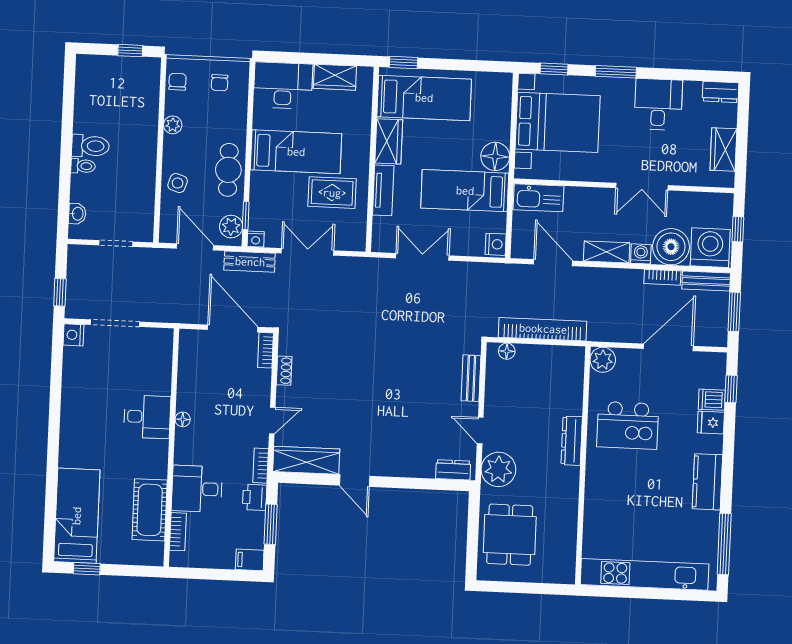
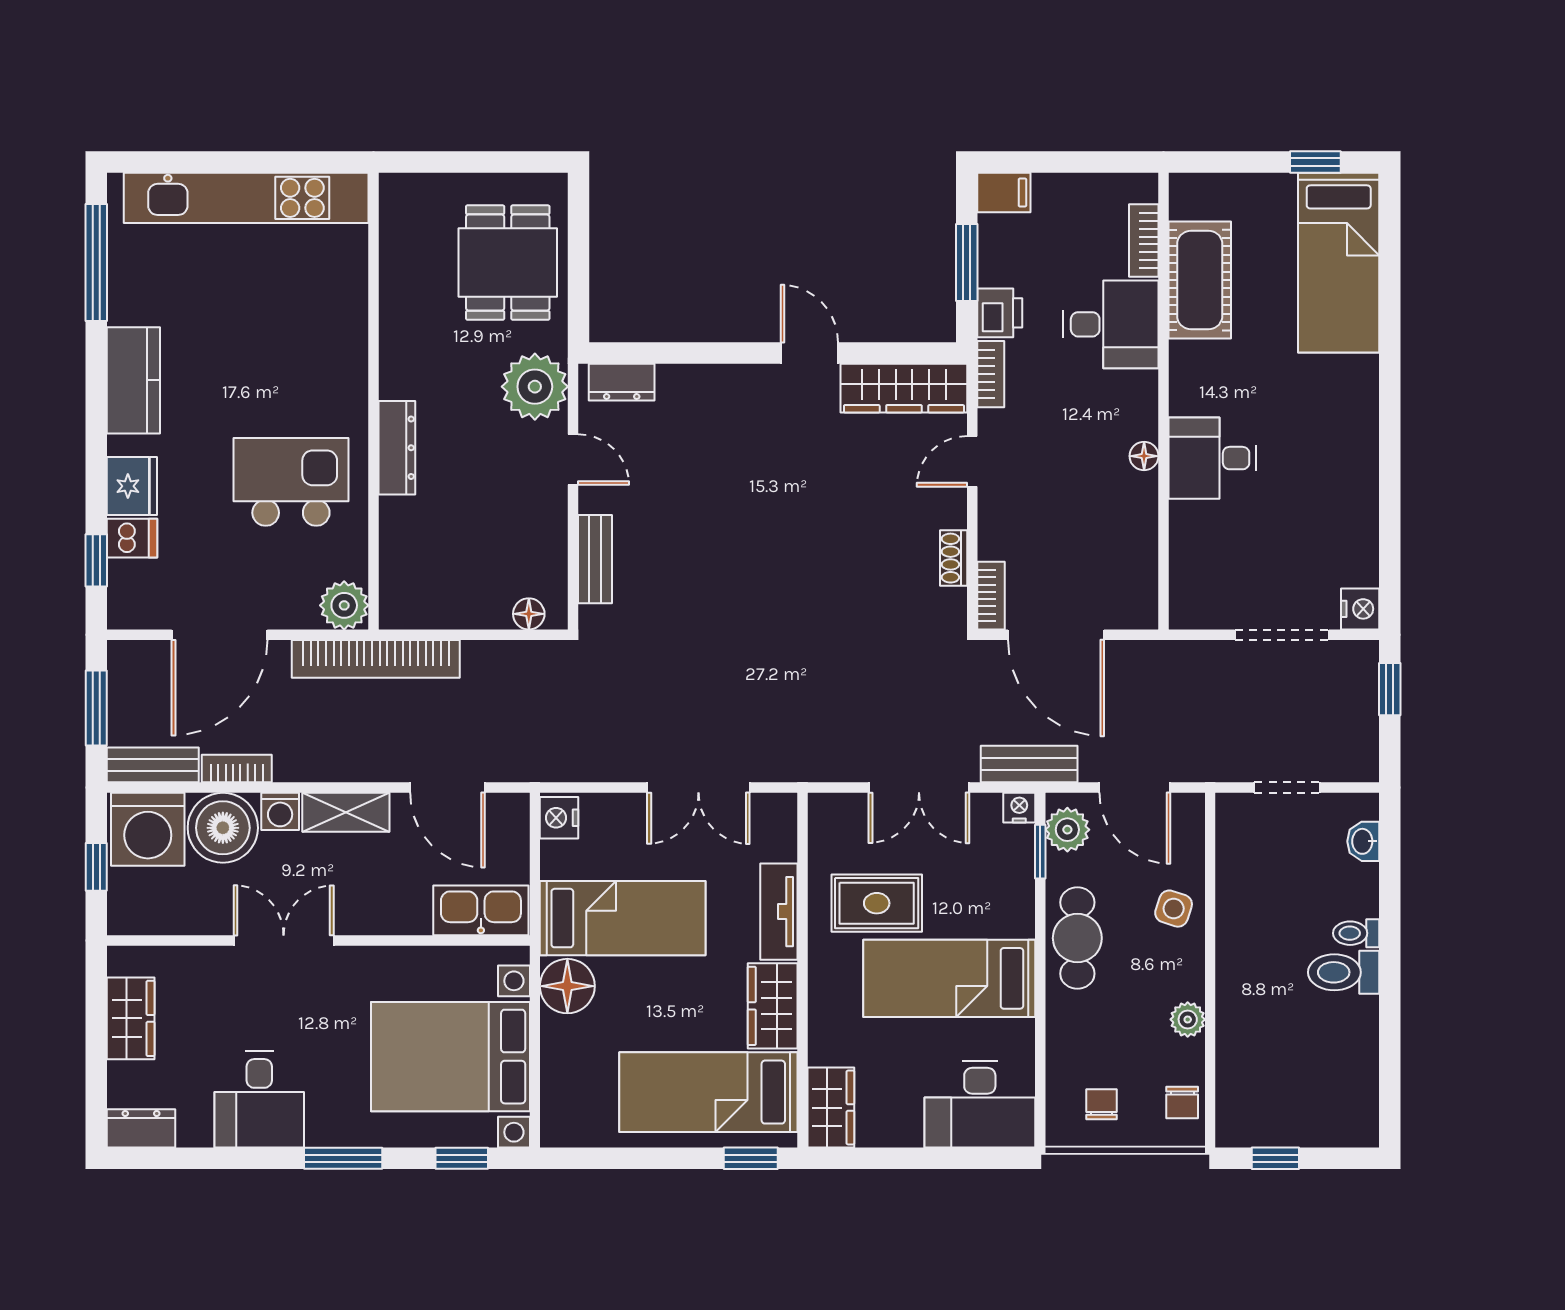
wardrobe: (335, 77) -> (831, 1108), moved, turned 90
bookcase: (543, 329) -> (376, 659), moved
fridge: (711, 423) -> (132, 486), width x1.38

